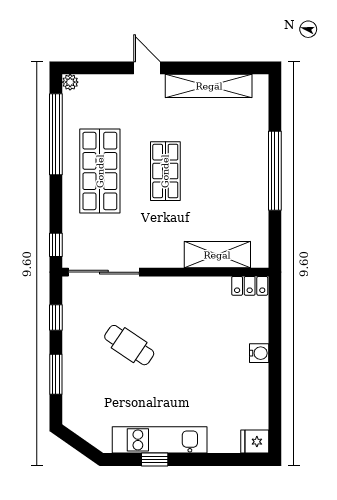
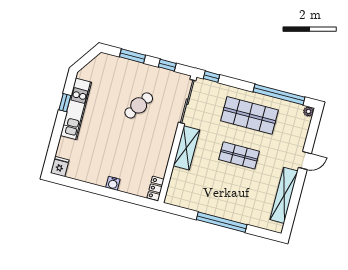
shelving: (217, 255) -> (186, 148), moved

